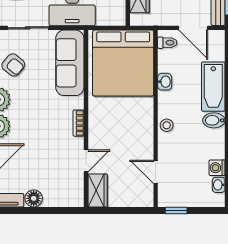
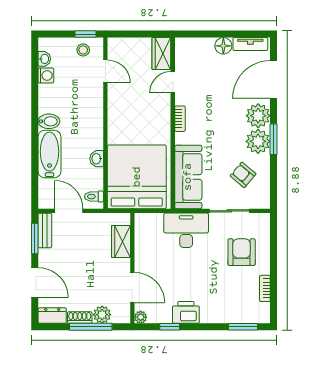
stool: (167, 125) -> (83, 50), moved

